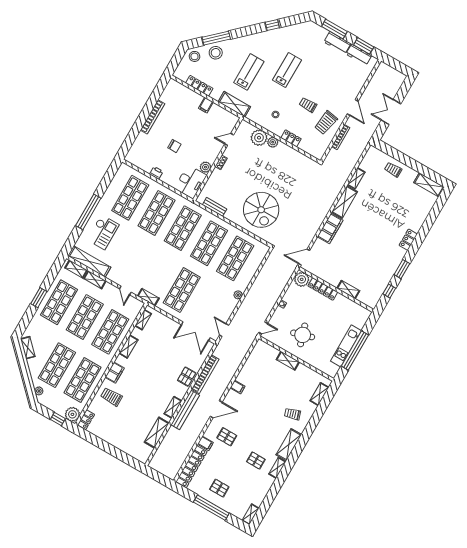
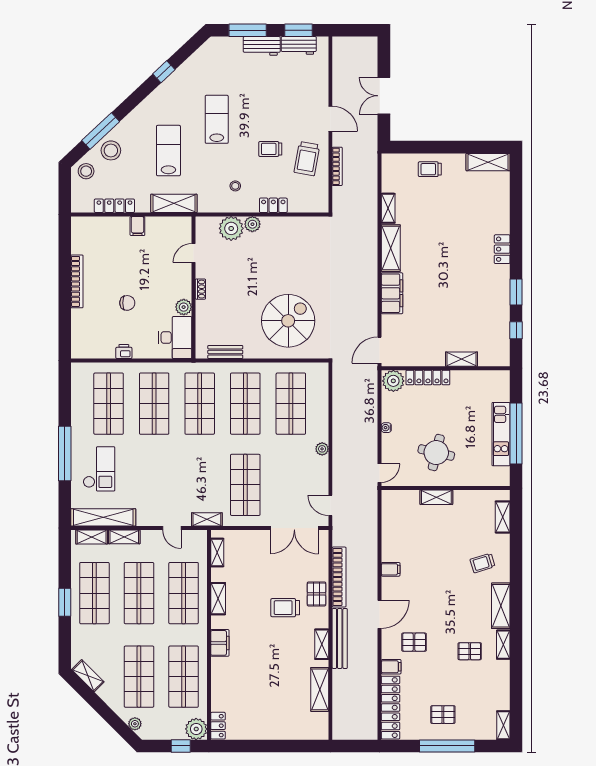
spiral stairs: (261, 210) -> (288, 321), turned -90
round table: (303, 335) -> (436, 453), turned 30
trolley: (111, 397) -> (285, 608), moved

